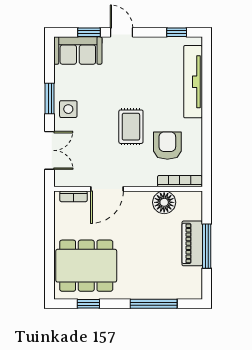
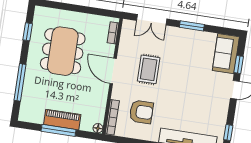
side table: (68, 109) -> (181, 39), removed
rug: (131, 127) -> (149, 69), moved, turned 90
door: (107, 189) -> (113, 71), moved
floor lamp: (164, 202) -> (98, 128), moved, width x0.53, depth x0.53
dining table: (86, 266) -> (63, 51), moved

